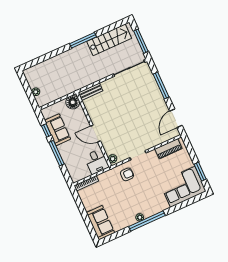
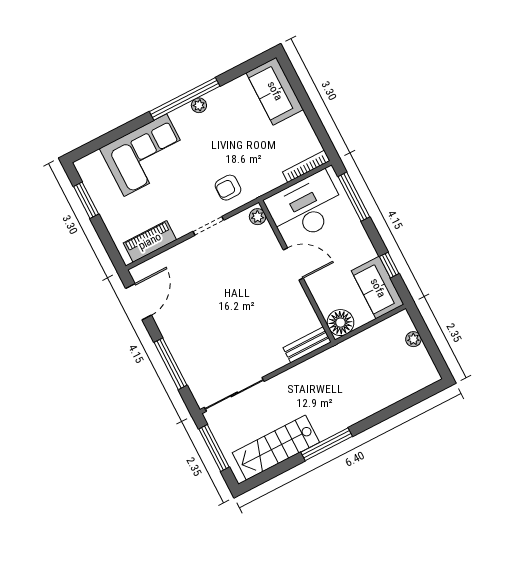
sofa: (58, 130) -> (378, 288), moved
window: (57, 153) -> (354, 197), moved
desk: (97, 162) -> (306, 207), width x1.87, depth x1.30
corner sofa: (183, 187) -> (145, 155), moved

